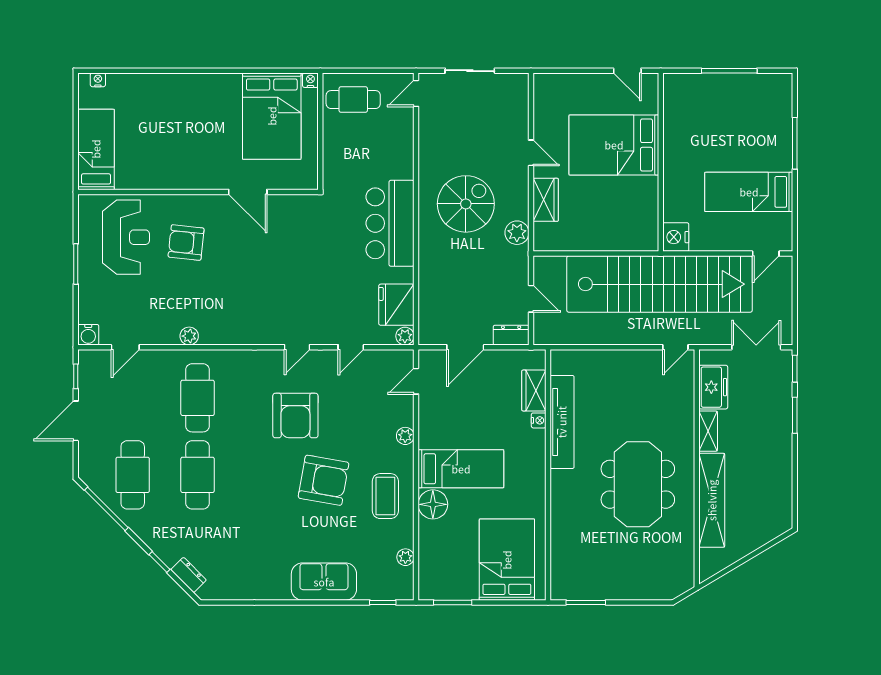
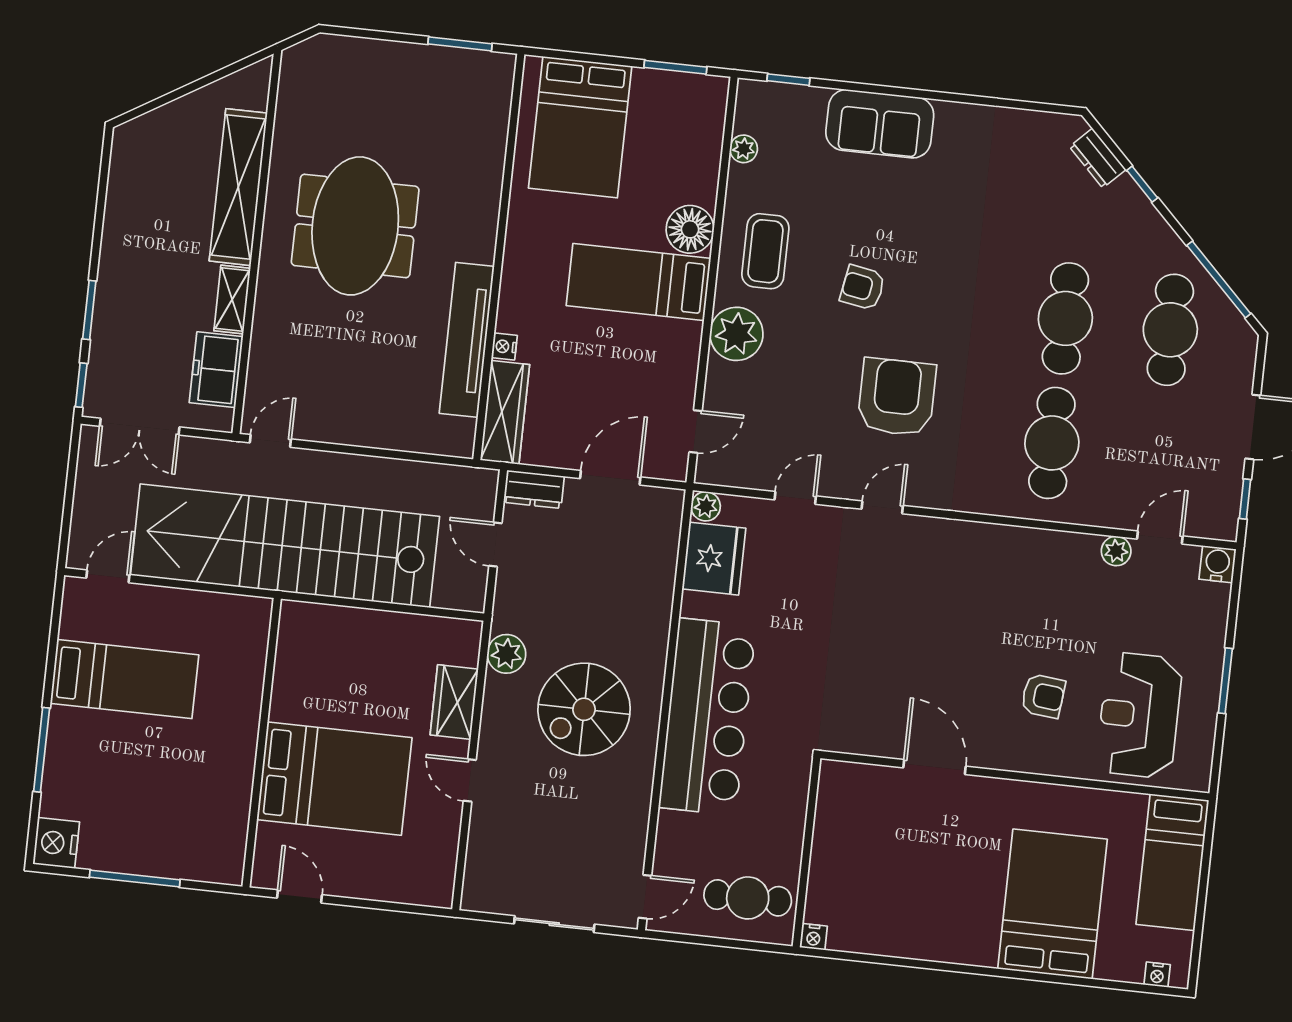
bed: (272, 116) -> (1053, 904), moved
bar counter: (390, 223) -> (707, 717), width x1.36
nightstand: (676, 237) -> (56, 843), moved, turned 180
armchair: (186, 243) -> (1043, 696), width x0.72, depth x0.72
plant: (189, 336) -> (1116, 551), moved
wardrobe: (534, 390) -> (505, 412), width x1.50
plant: (405, 436) -> (736, 334), width x1.88, depth x1.88
armchair: (324, 480) -> (863, 288), width x0.53, depth x0.53

